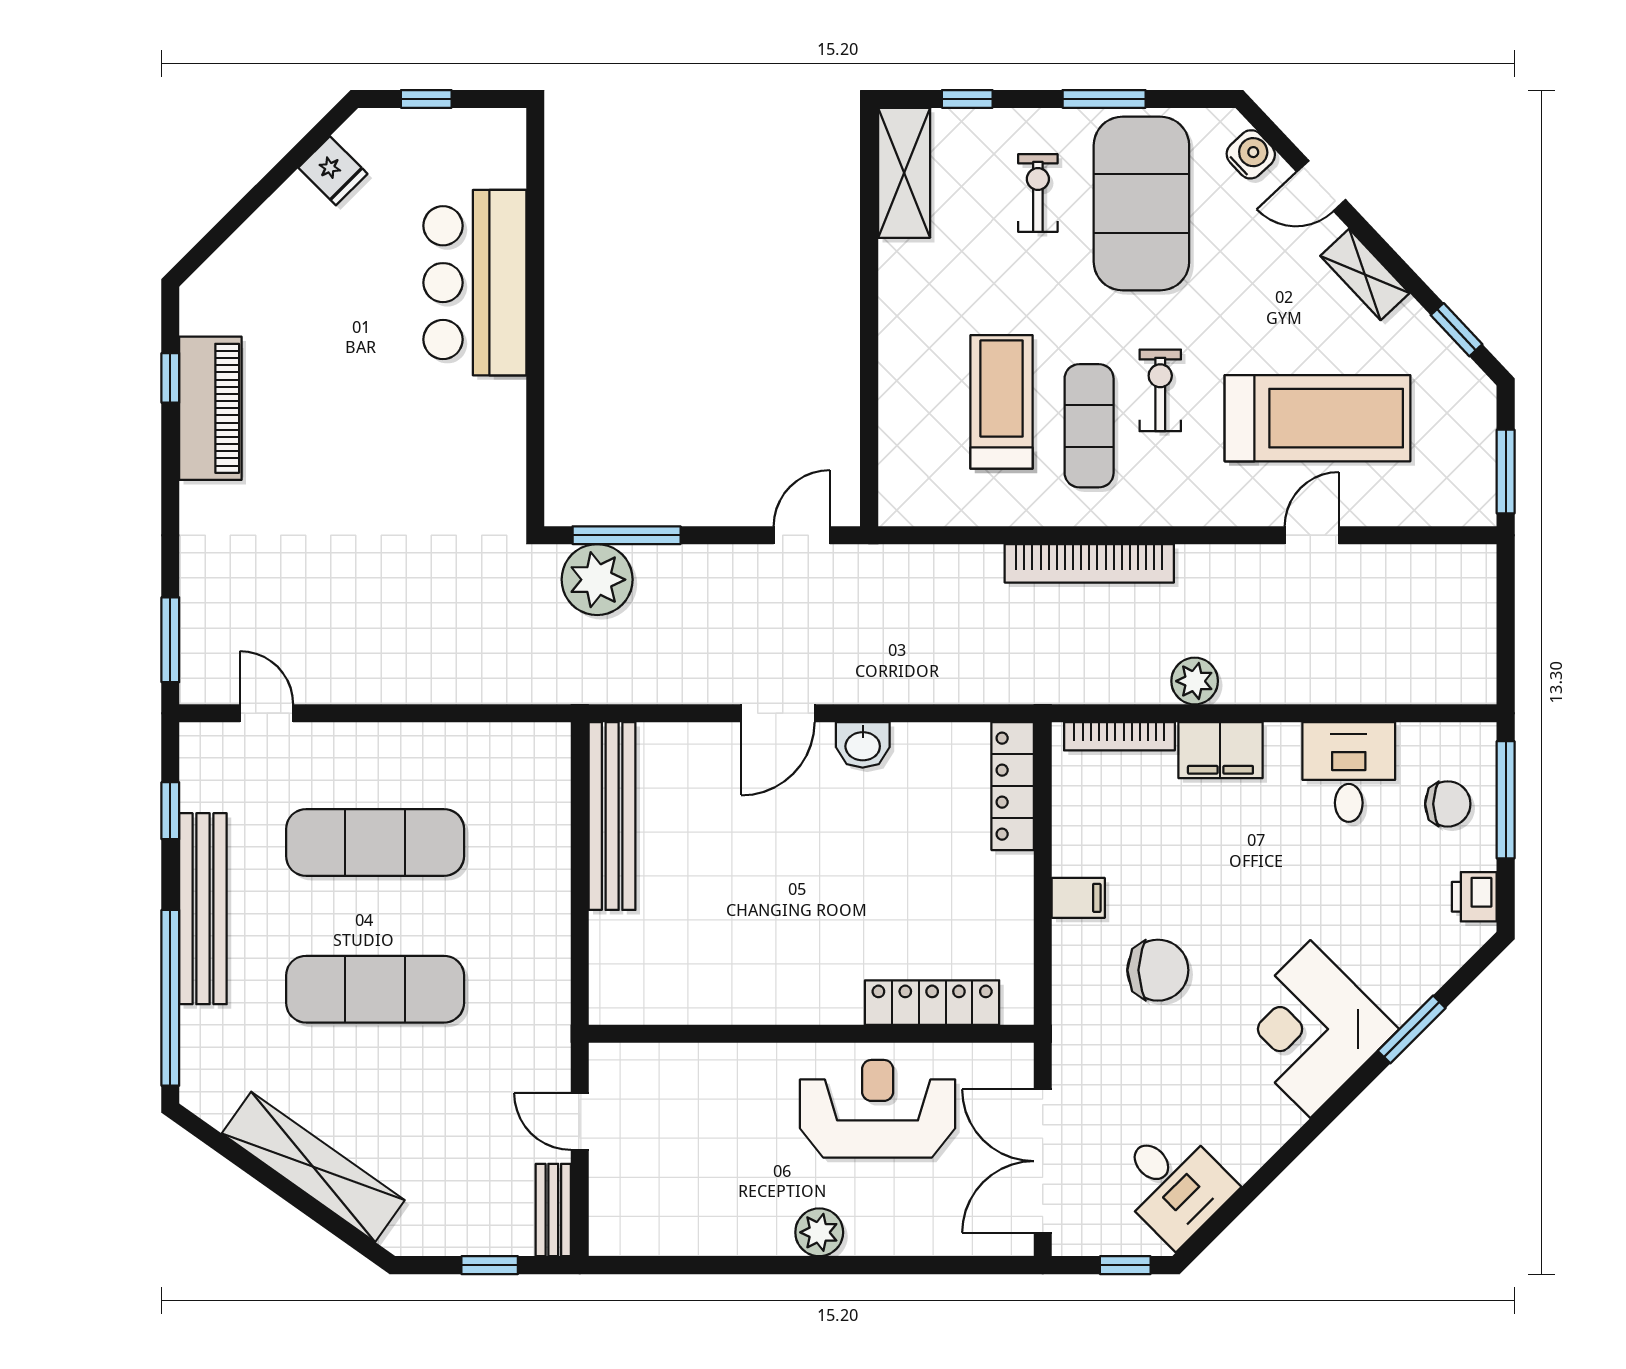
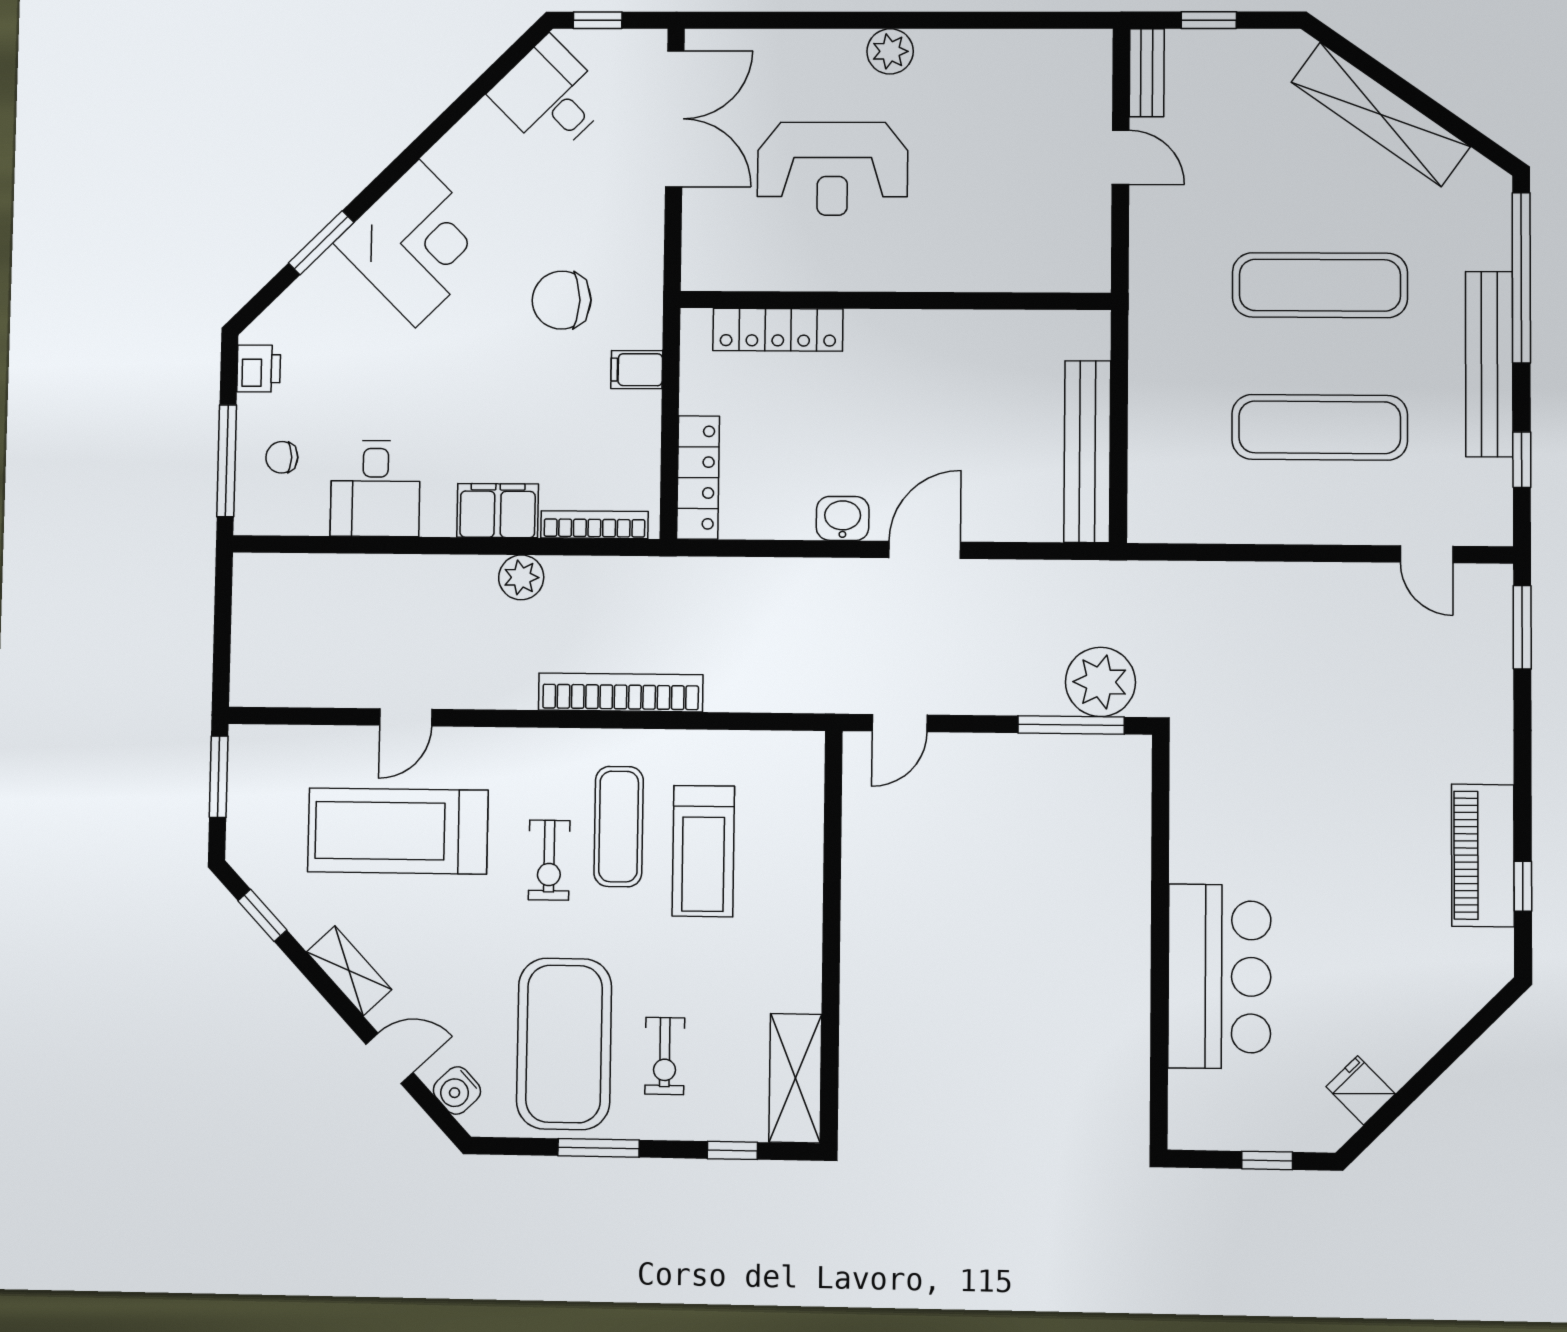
chair: (1448, 804) -> (282, 457), width x0.73, depth x0.73
locker: (932, 1003) -> (778, 330), moved
wall: (811, 1034) -> (895, 300), moved

